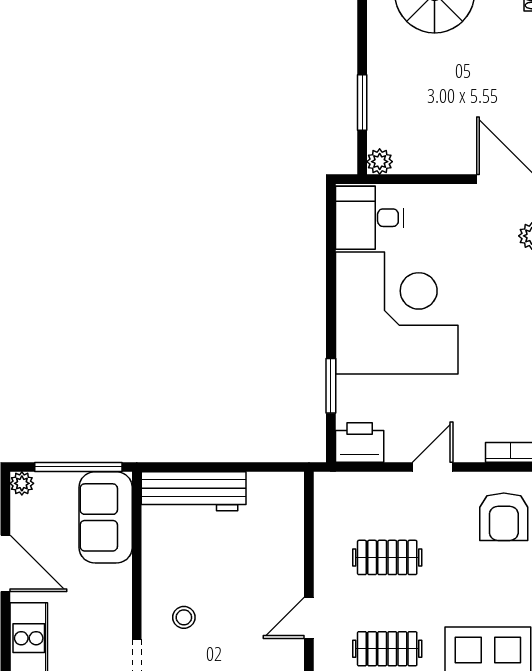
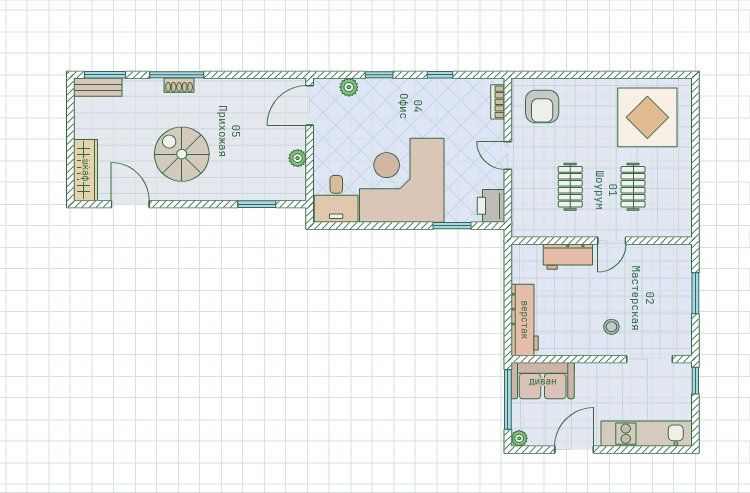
plant: (380, 162) -> (298, 158), moved
armchair: (504, 517) -> (542, 106), turned 90
workbench: (286, 554) -> (568, 257), added
door: (309, 618) -> (612, 241), hinge flipped

